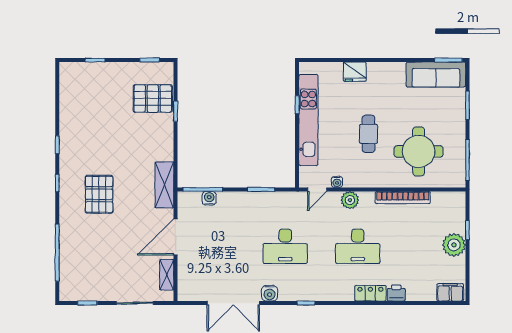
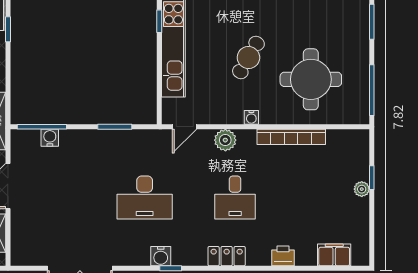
cafe table: (369, 134) -> (248, 57), turned 30
water cooler: (337, 182) -> (251, 117), moved
plant: (454, 245) -> (362, 189), width x0.53, depth x0.53
desk: (358, 246) -> (235, 198), width x0.73
filing cabinet: (450, 292) -> (334, 255), moved
water cooler: (270, 293) -> (161, 256), moved
locker: (370, 293) -> (227, 256), moved

